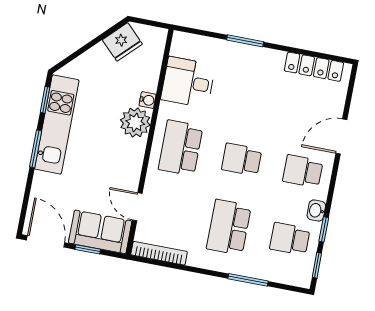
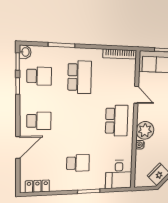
locker: (314, 67) -> (37, 186), width x0.66
desk: (188, 82) -> (119, 174), moved, turned 90
school desk: (242, 160) -> (78, 163), moved
door: (137, 207) -> (136, 95), moved
washbasin: (316, 210) -> (25, 52), moved

